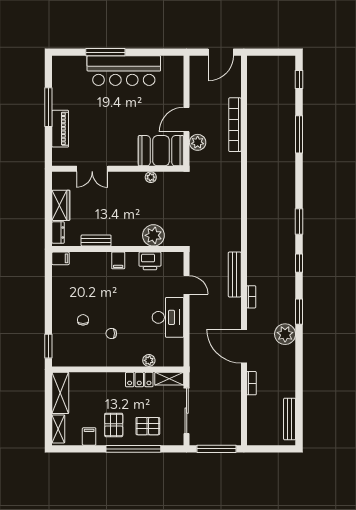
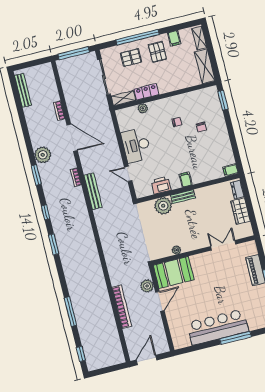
bench: (96, 241) -> (183, 197), moved

